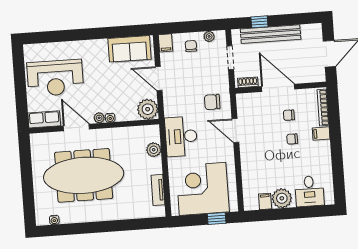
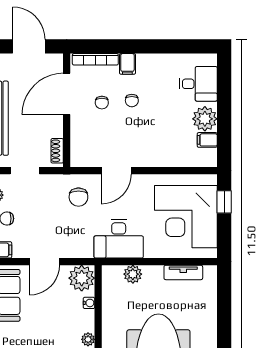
door: (278, 88) -> (67, 94), moved
water cooler: (110, 118) -> (89, 303), moved

